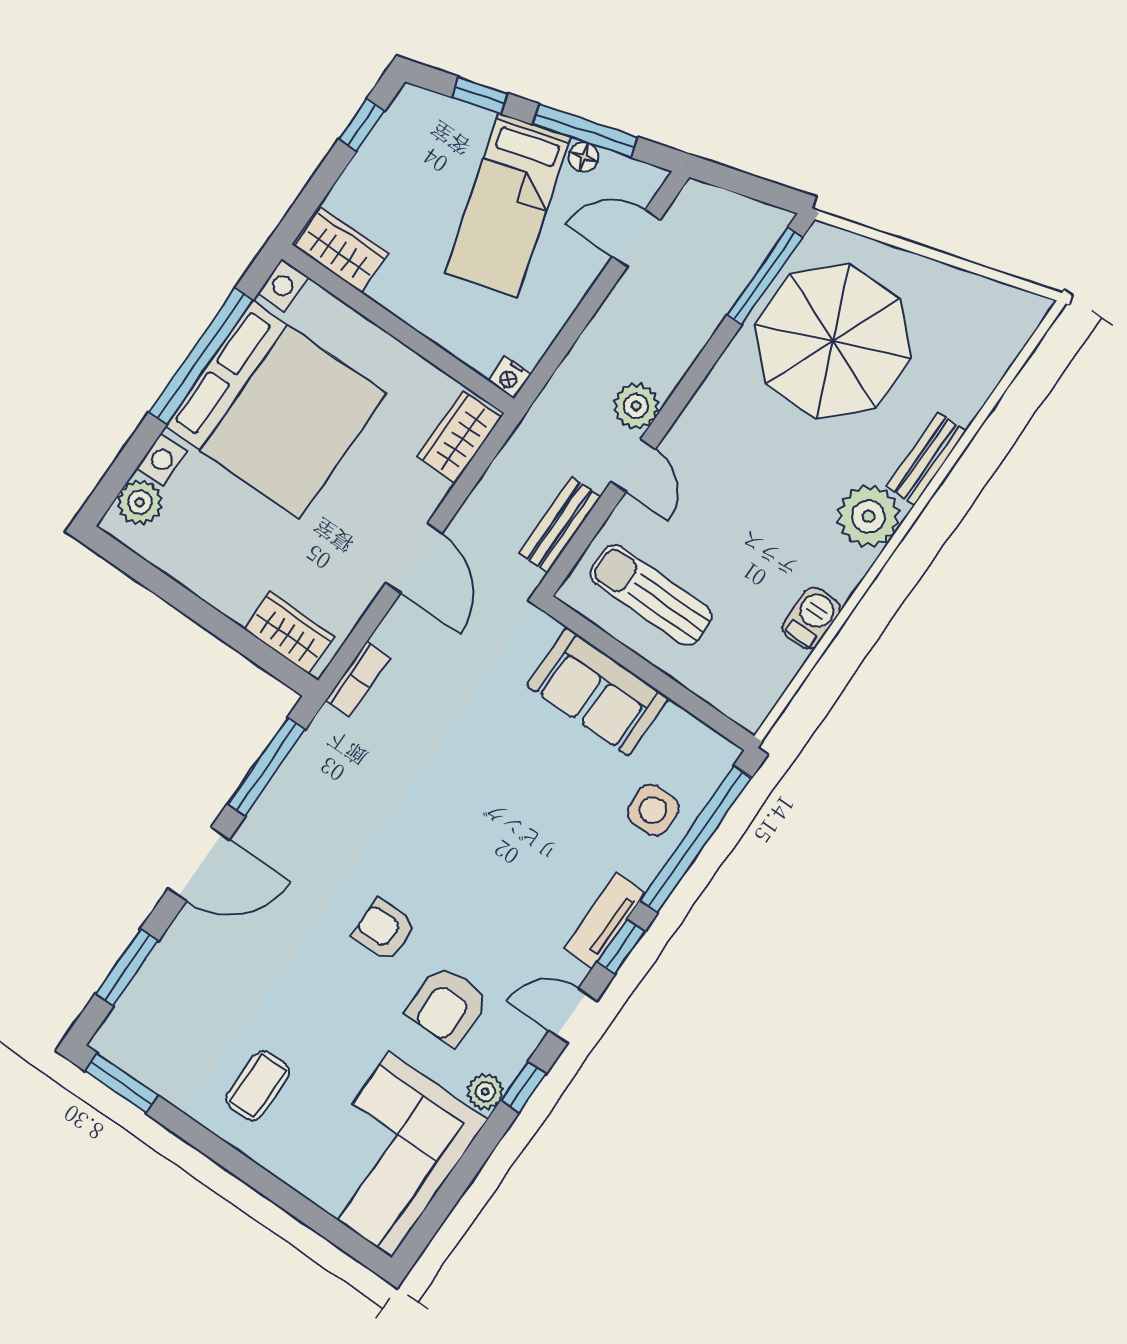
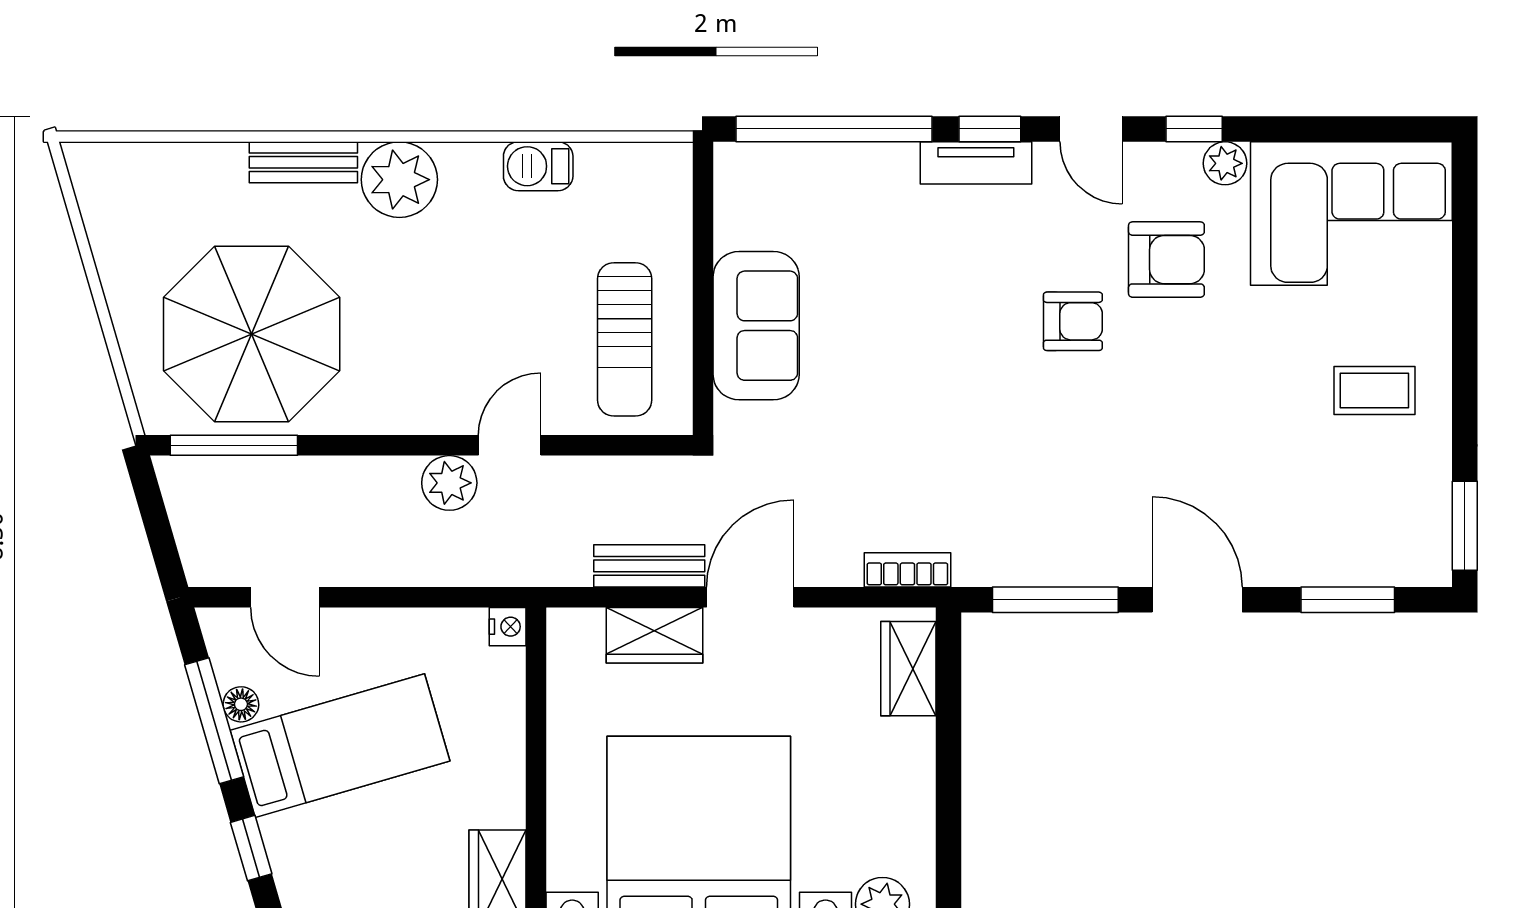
wardrobe: (459, 437) -> (654, 635), moved
bench: (560, 525) -> (649, 566), moved
side table: (653, 810) -> (834, 191), removed
armchair: (384, 930) -> (1073, 321), moved, turned -90

